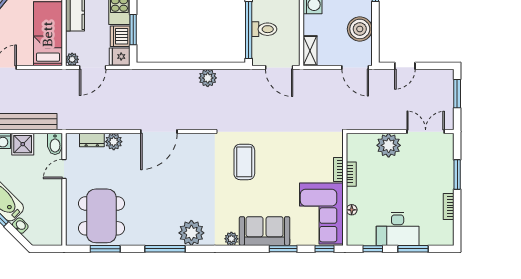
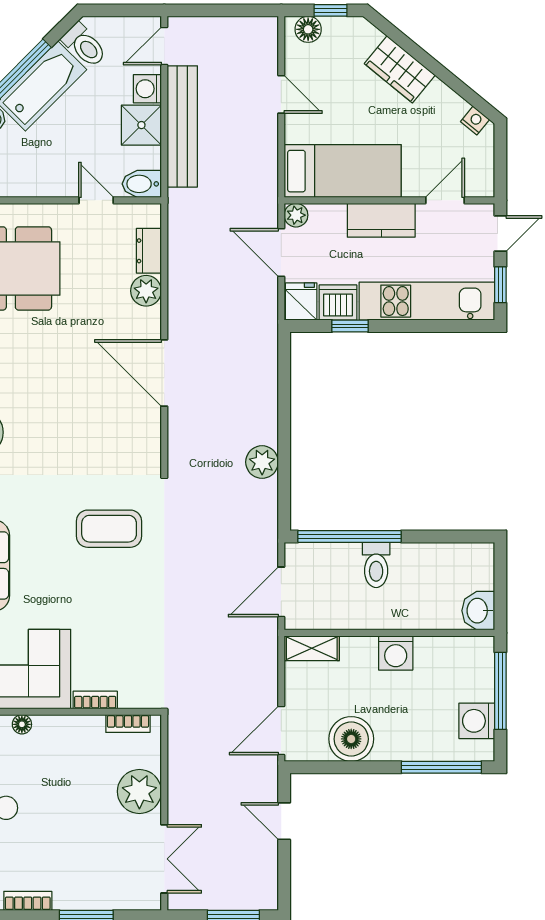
toilet: (264, 29) -> (376, 565), moved
window: (133, 30) -> (350, 326), width x0.67
bookcase: (351, 174) -> (128, 724), moved

